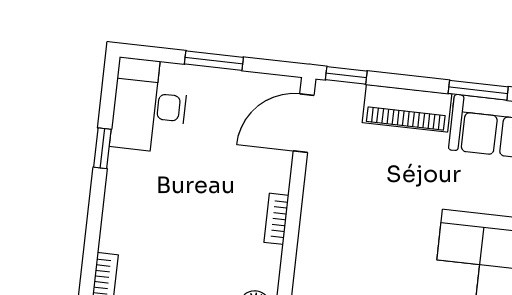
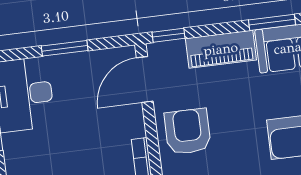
armchair: (341, 200) -> (188, 131), added

